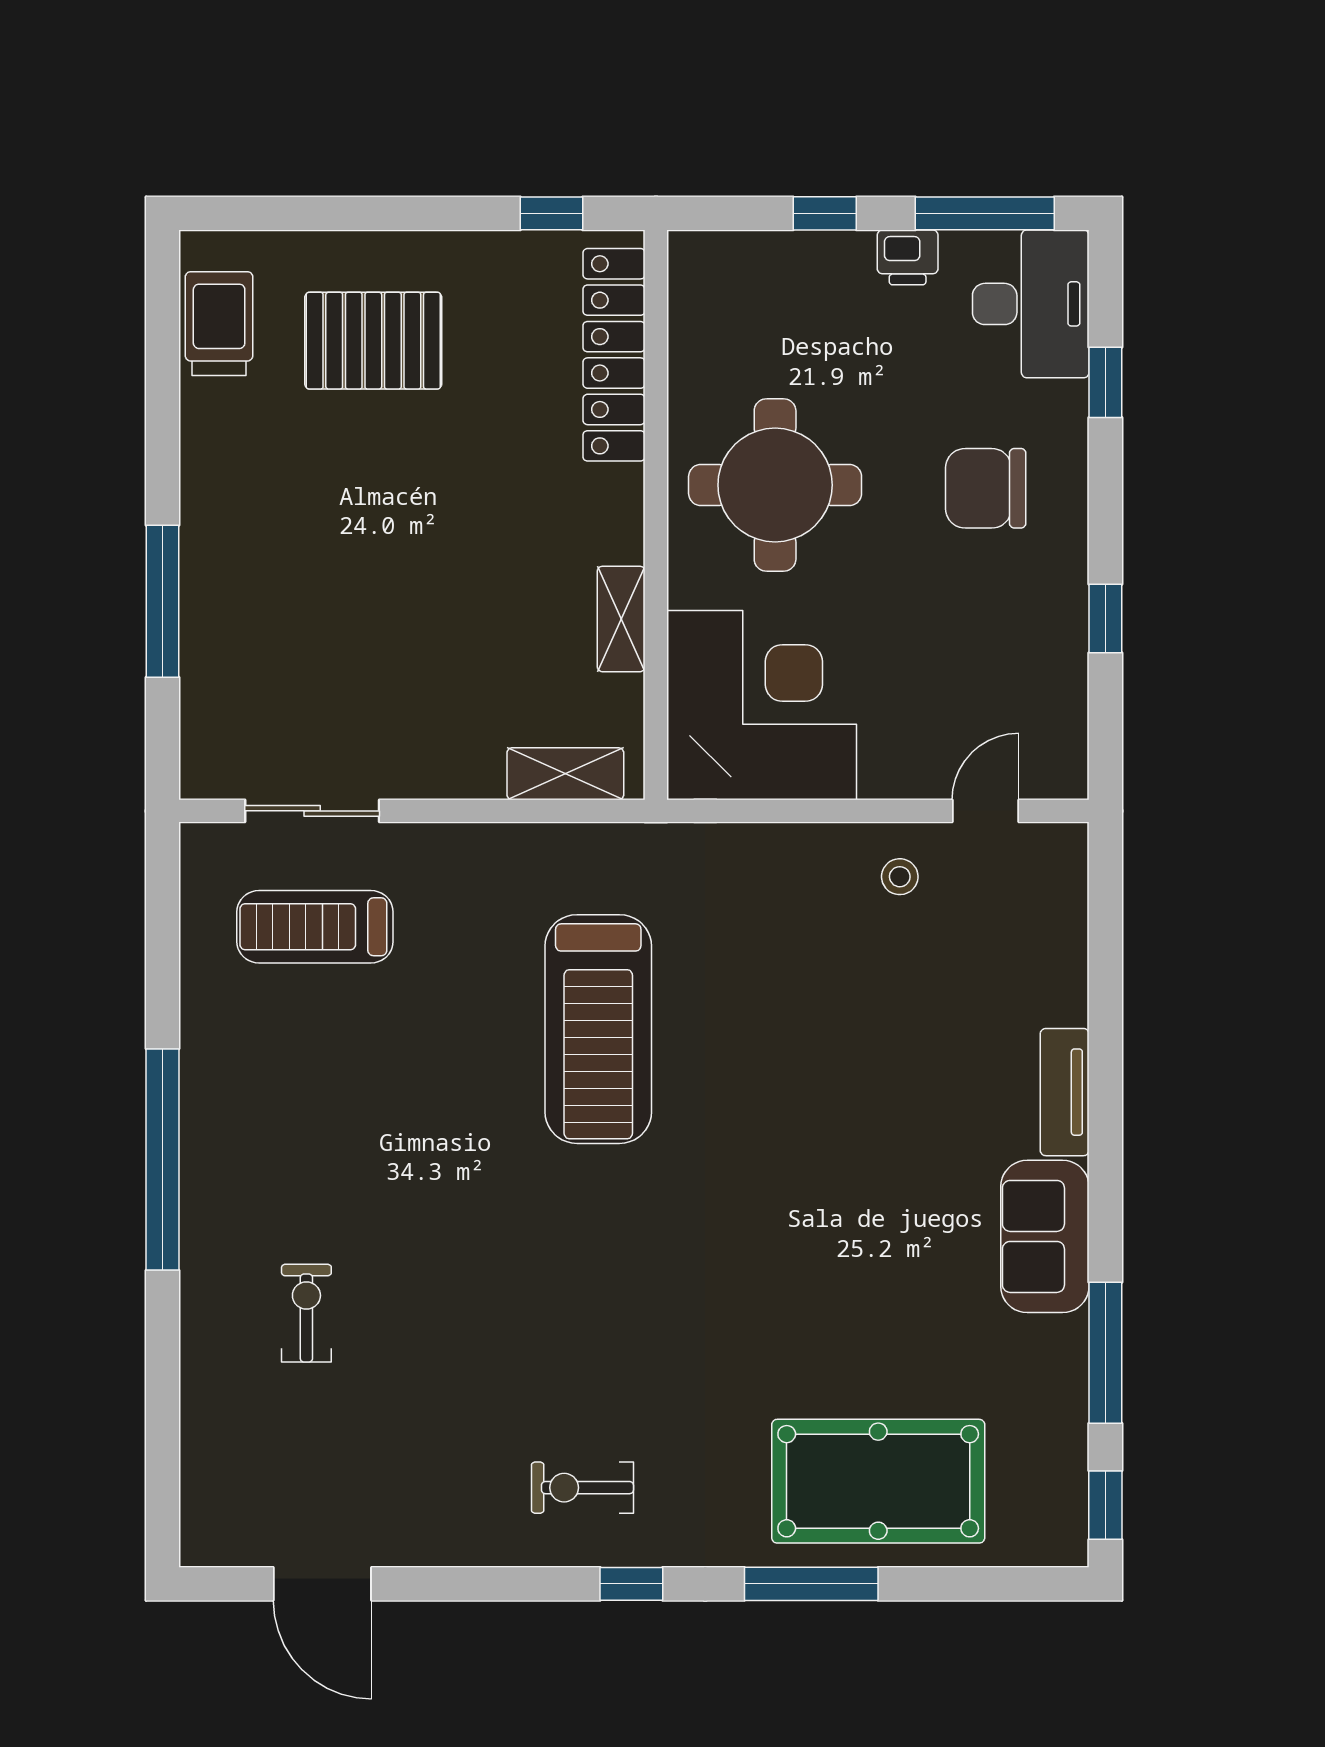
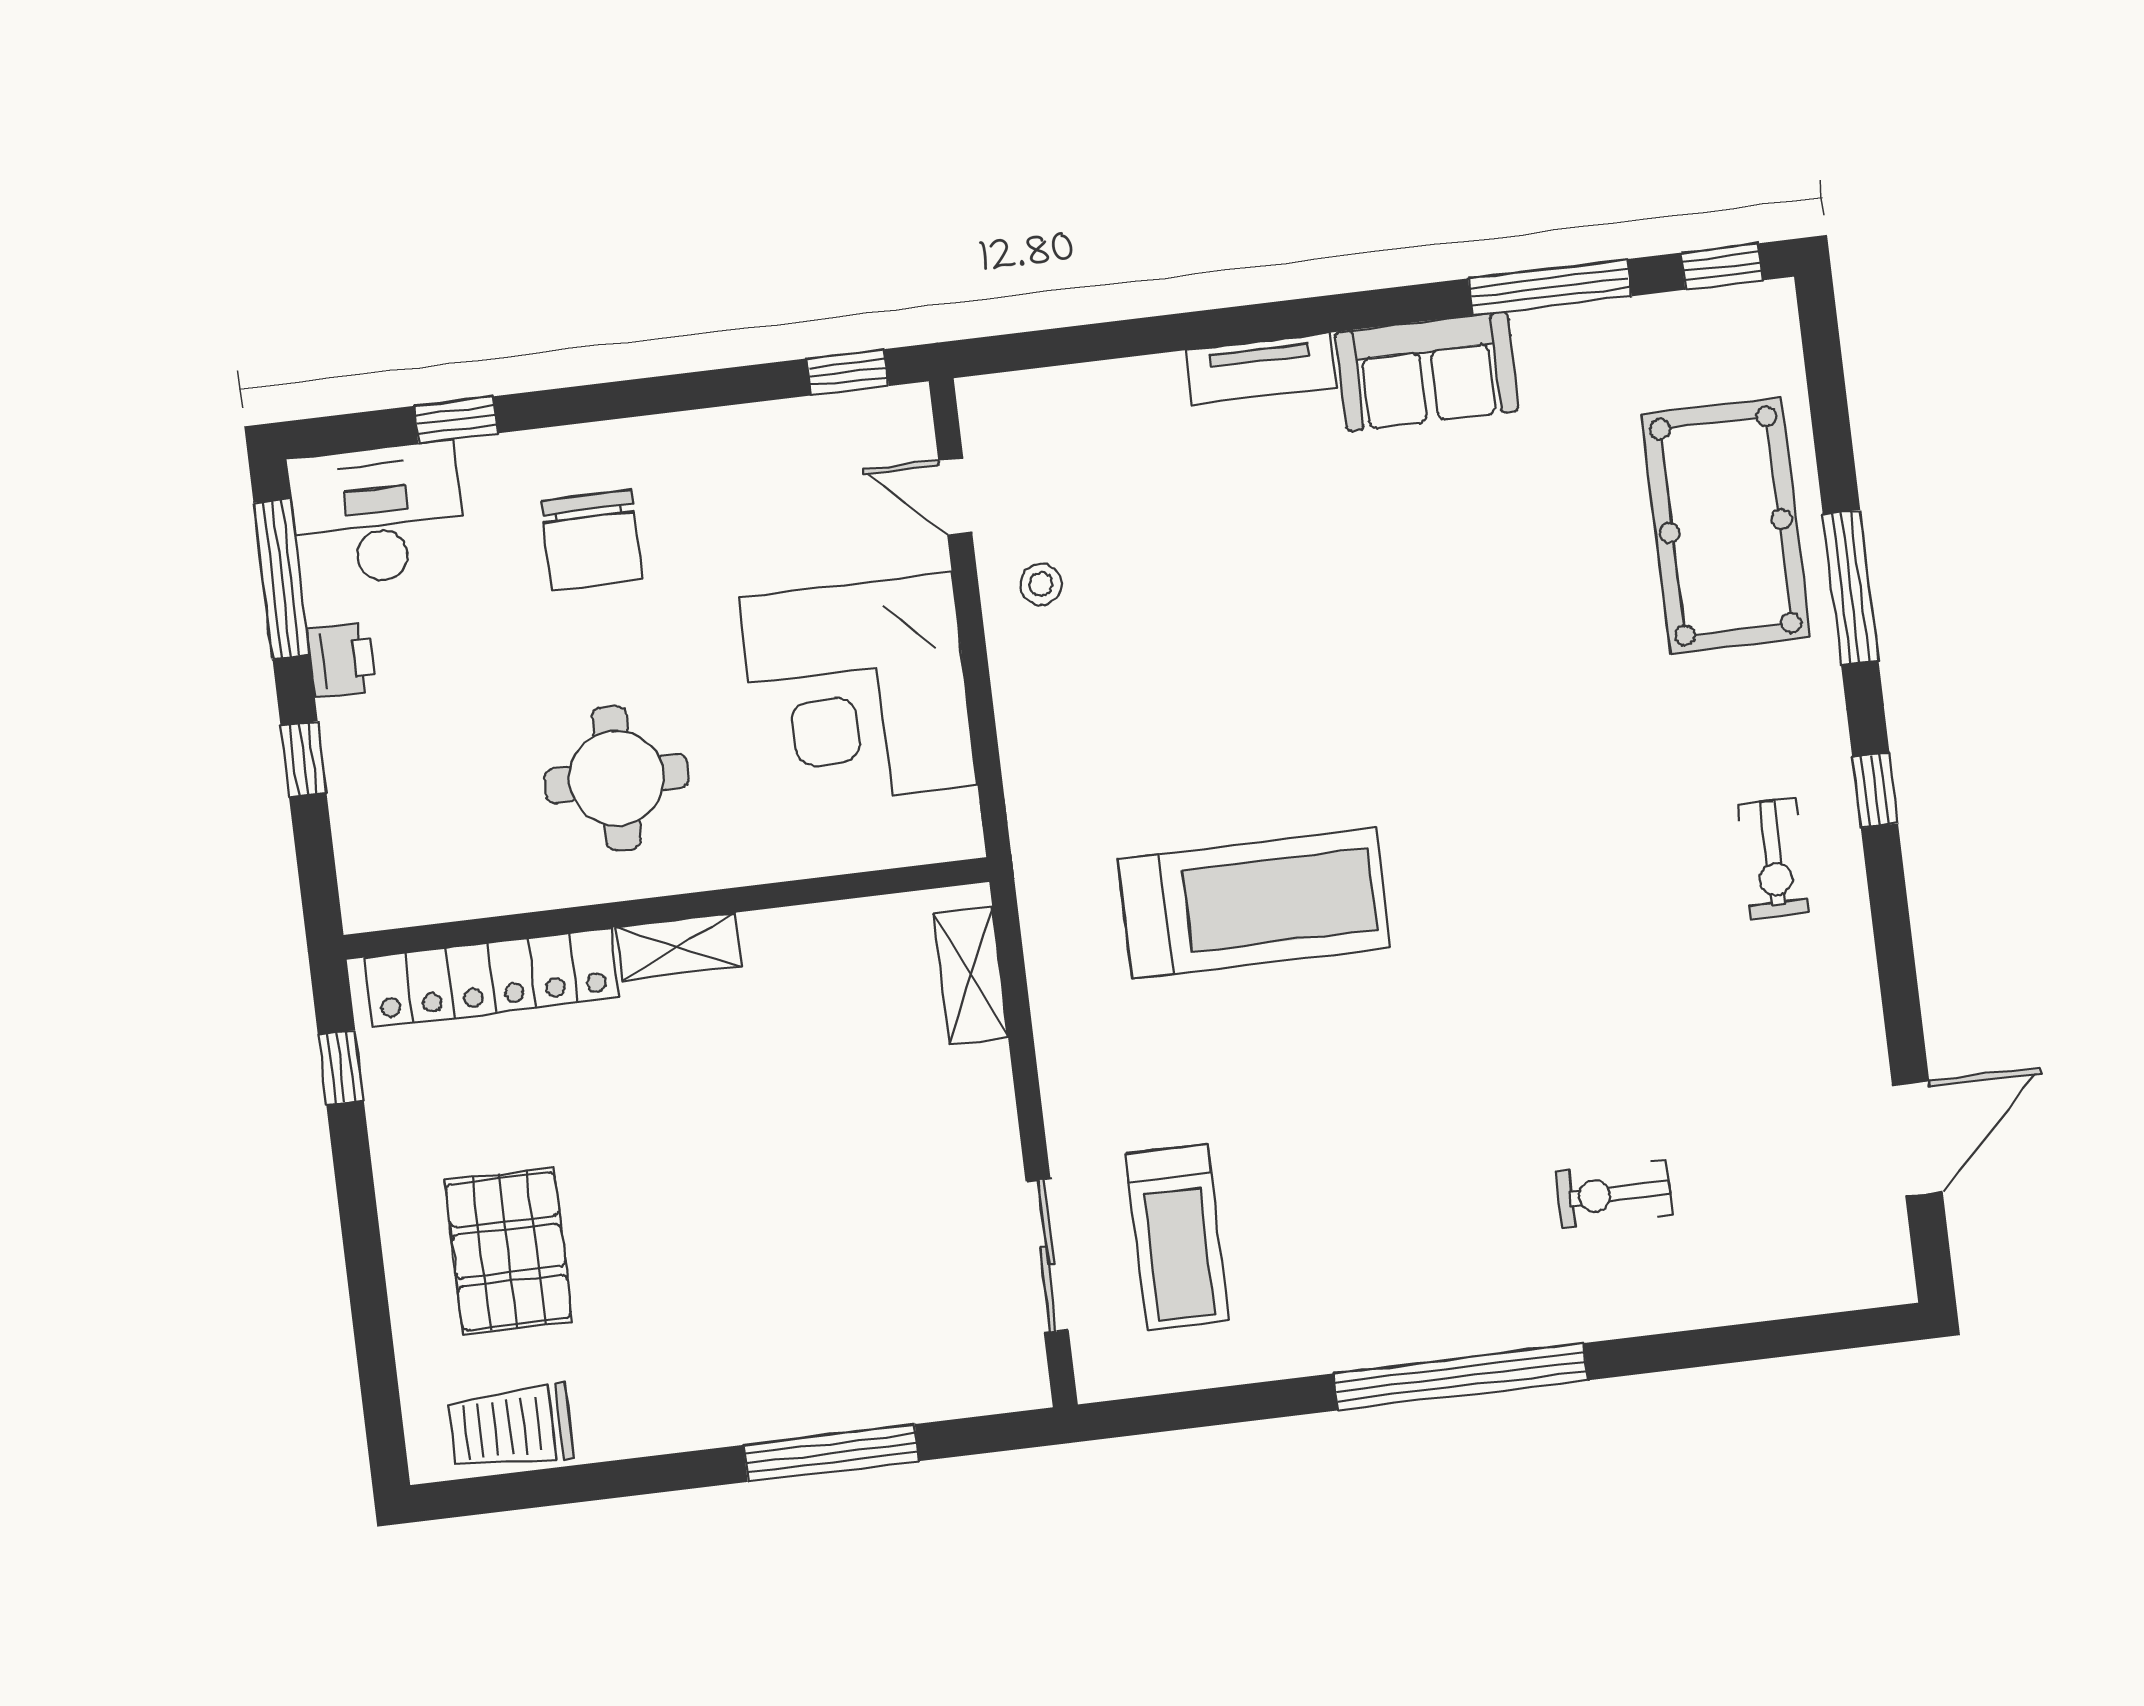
round table: (775, 485) -> (616, 778), width x0.73, depth x0.73
shelving: (621, 619) -> (678, 947), moved
window: (1105, 619) -> (848, 372), moved
corner desk: (762, 705) -> (858, 691), moved, turned -90

